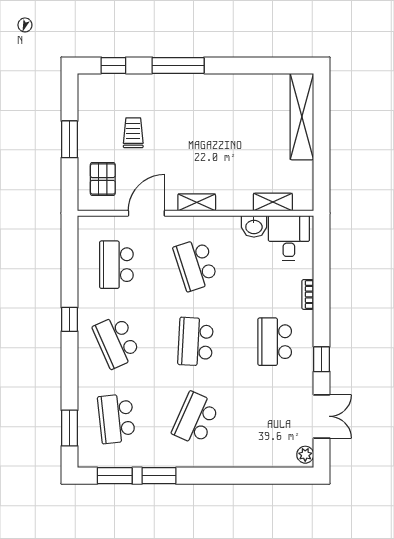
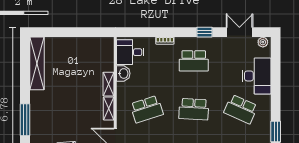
shelving: (302, 117) -> (37, 63), moved, turned 90
shelving: (273, 202) -> (108, 84), moved
desk: (250, 444) -> (257, 76), added

